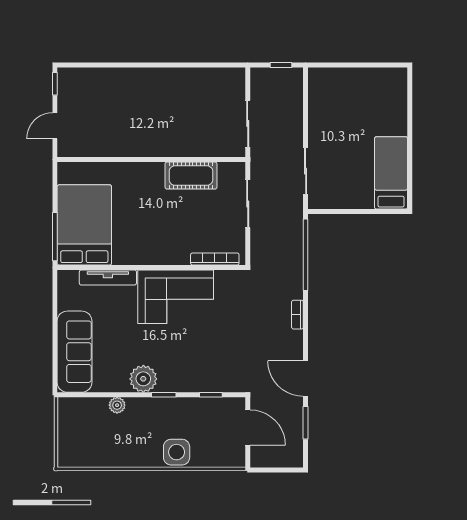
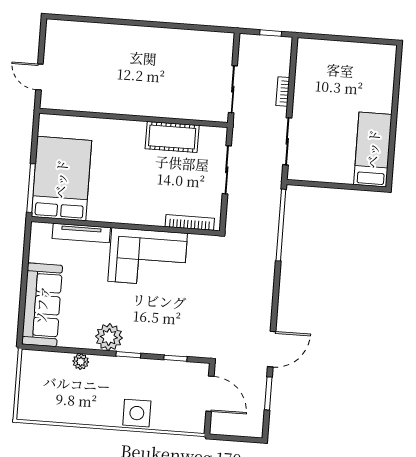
window: (55, 84) -> (43, 35), removed
door: (55, 126) -> (39, 77), hinge flipped
bookcase: (297, 315) -> (283, 92), moved
door: (306, 379) -> (272, 349), swing flipped

